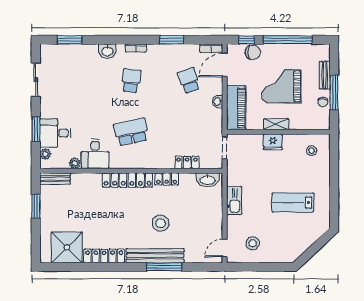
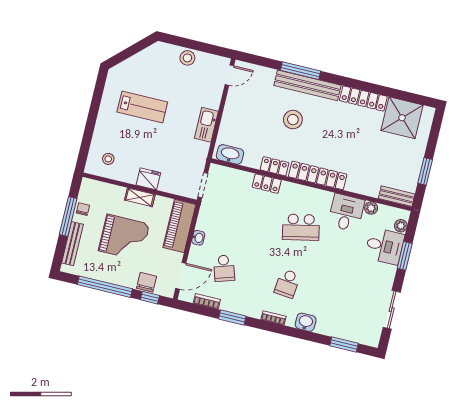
bookcase: (211, 48) -> (207, 301), moved
chair: (253, 52) -> (147, 282), turned 90
bench: (325, 75) -> (72, 244), width x1.36
locker: (187, 162) -> (267, 184), moved
stool: (253, 243) -> (187, 58), moved

